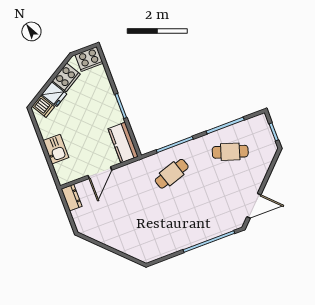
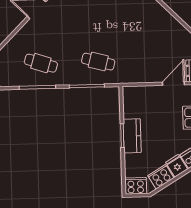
kitchen counter: (123, 143) -> (132, 136), moved
door: (100, 173) -> (173, 84), moved
cafe table: (172, 174) -> (98, 62), turned 33

